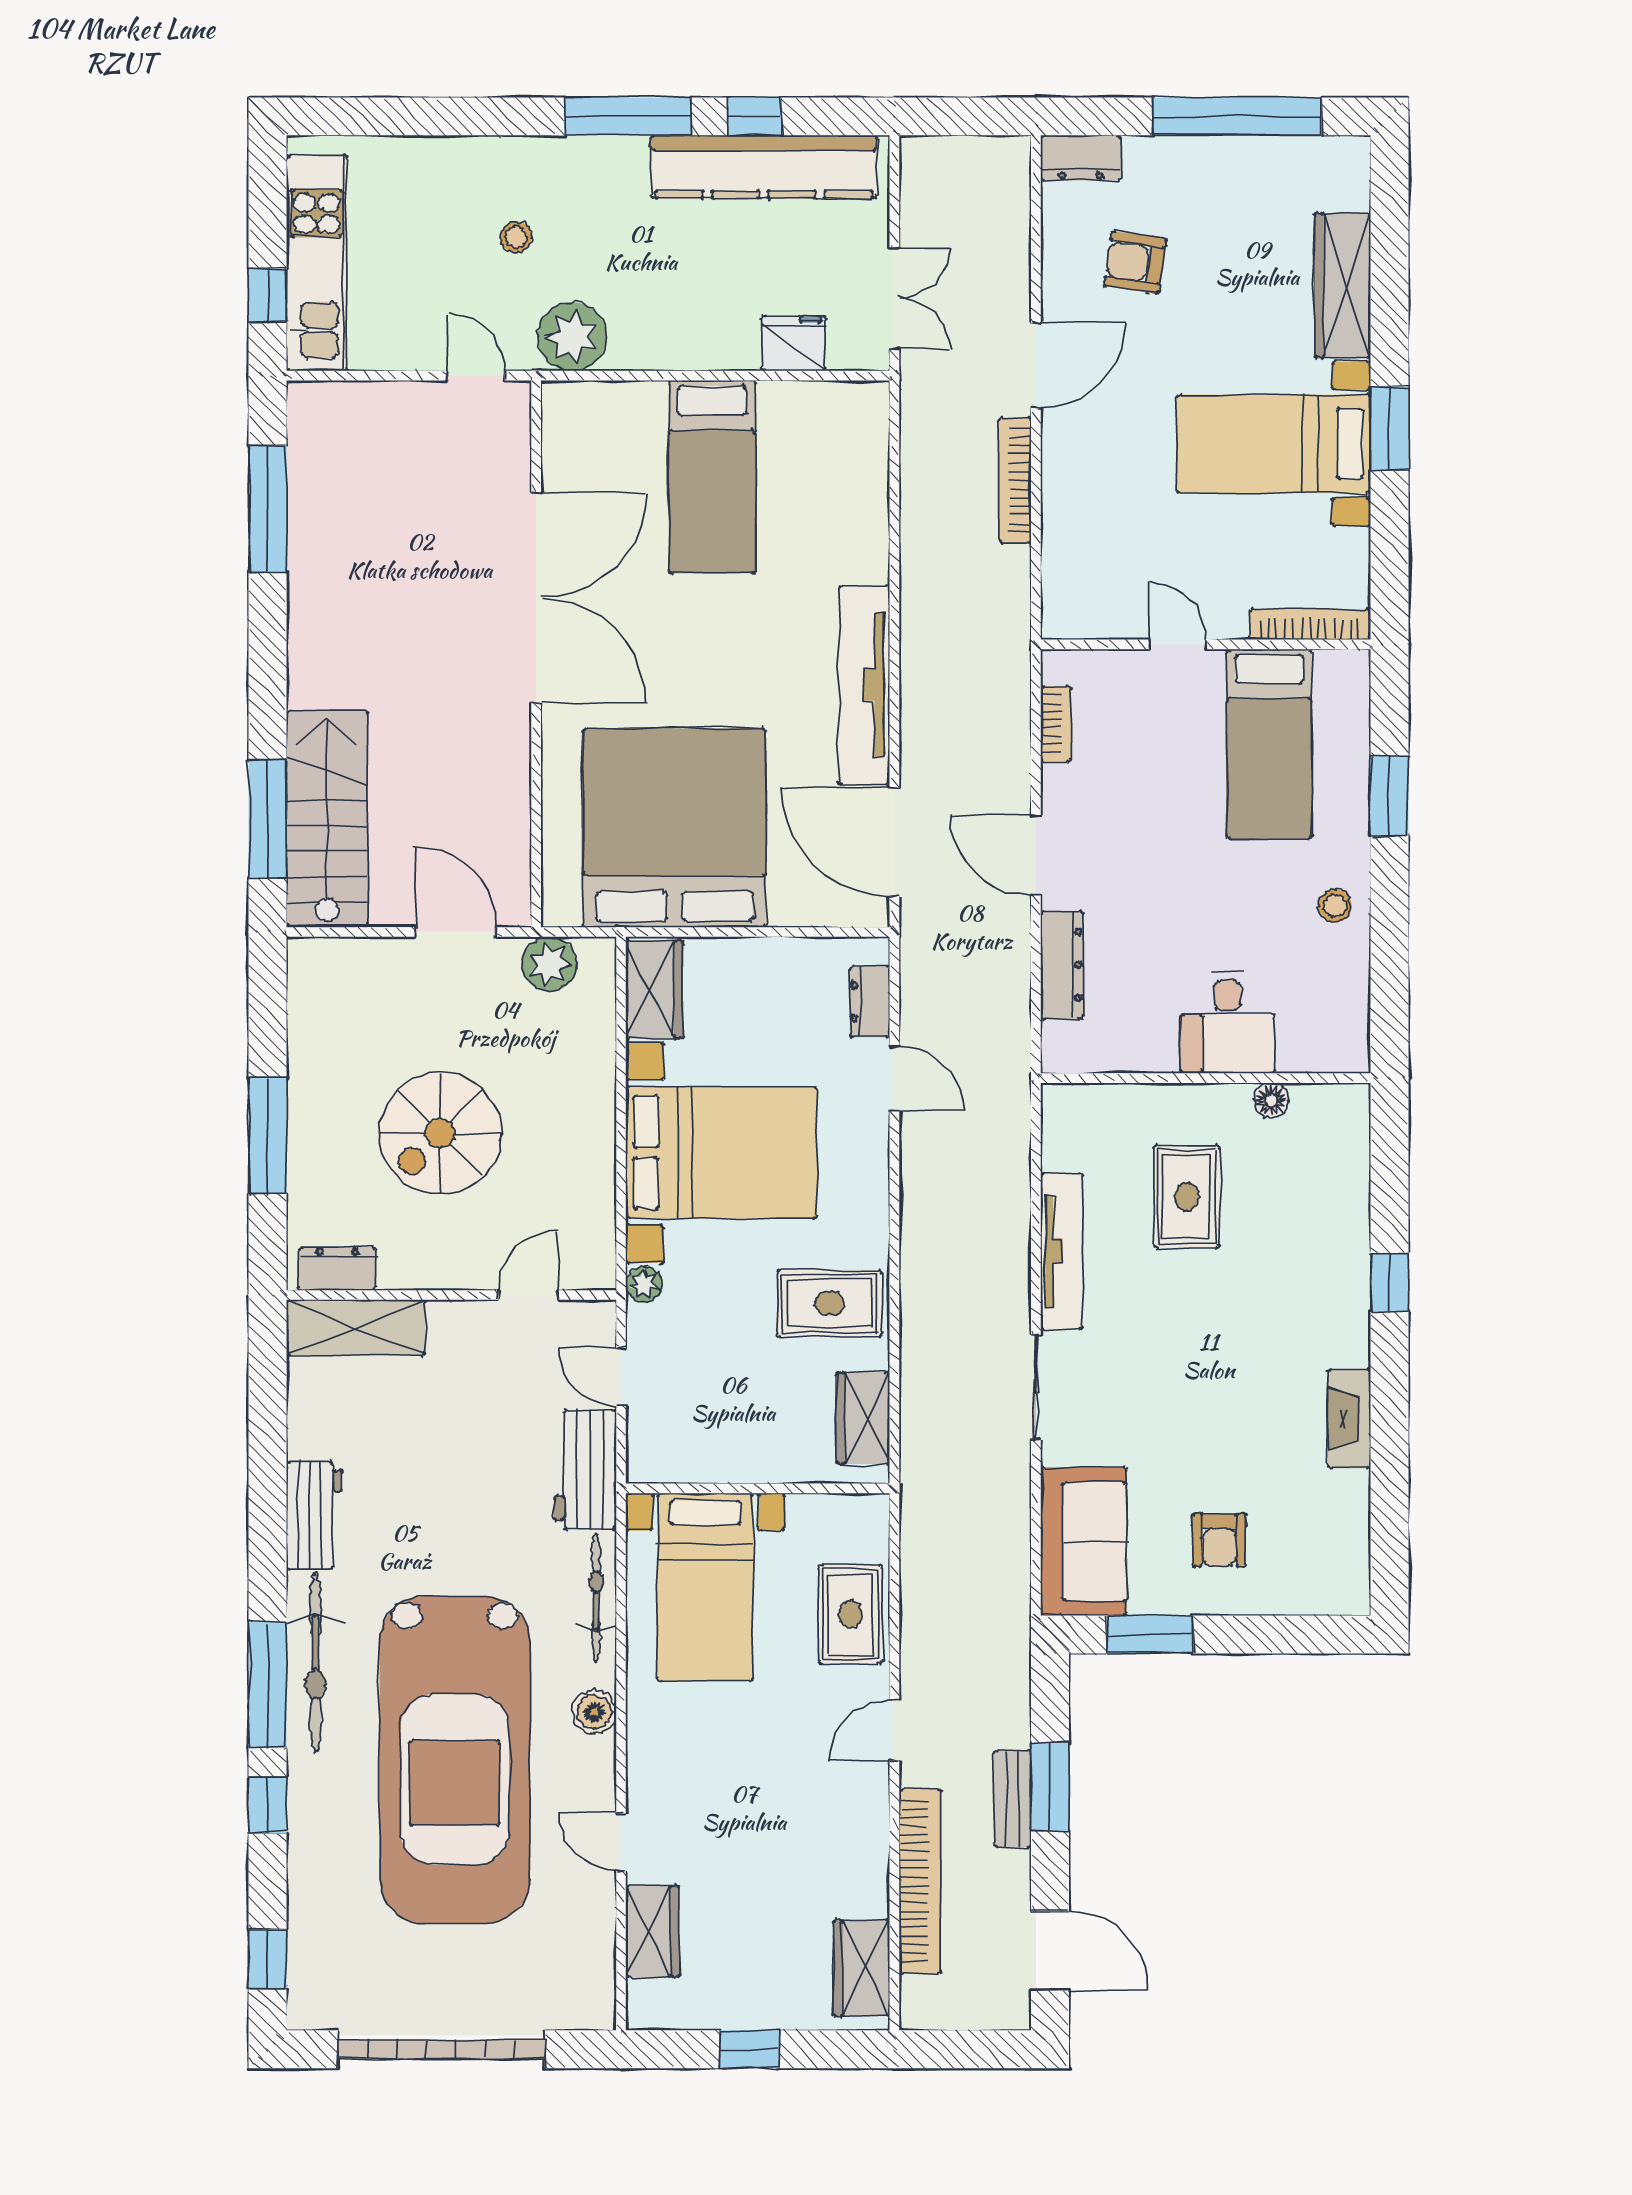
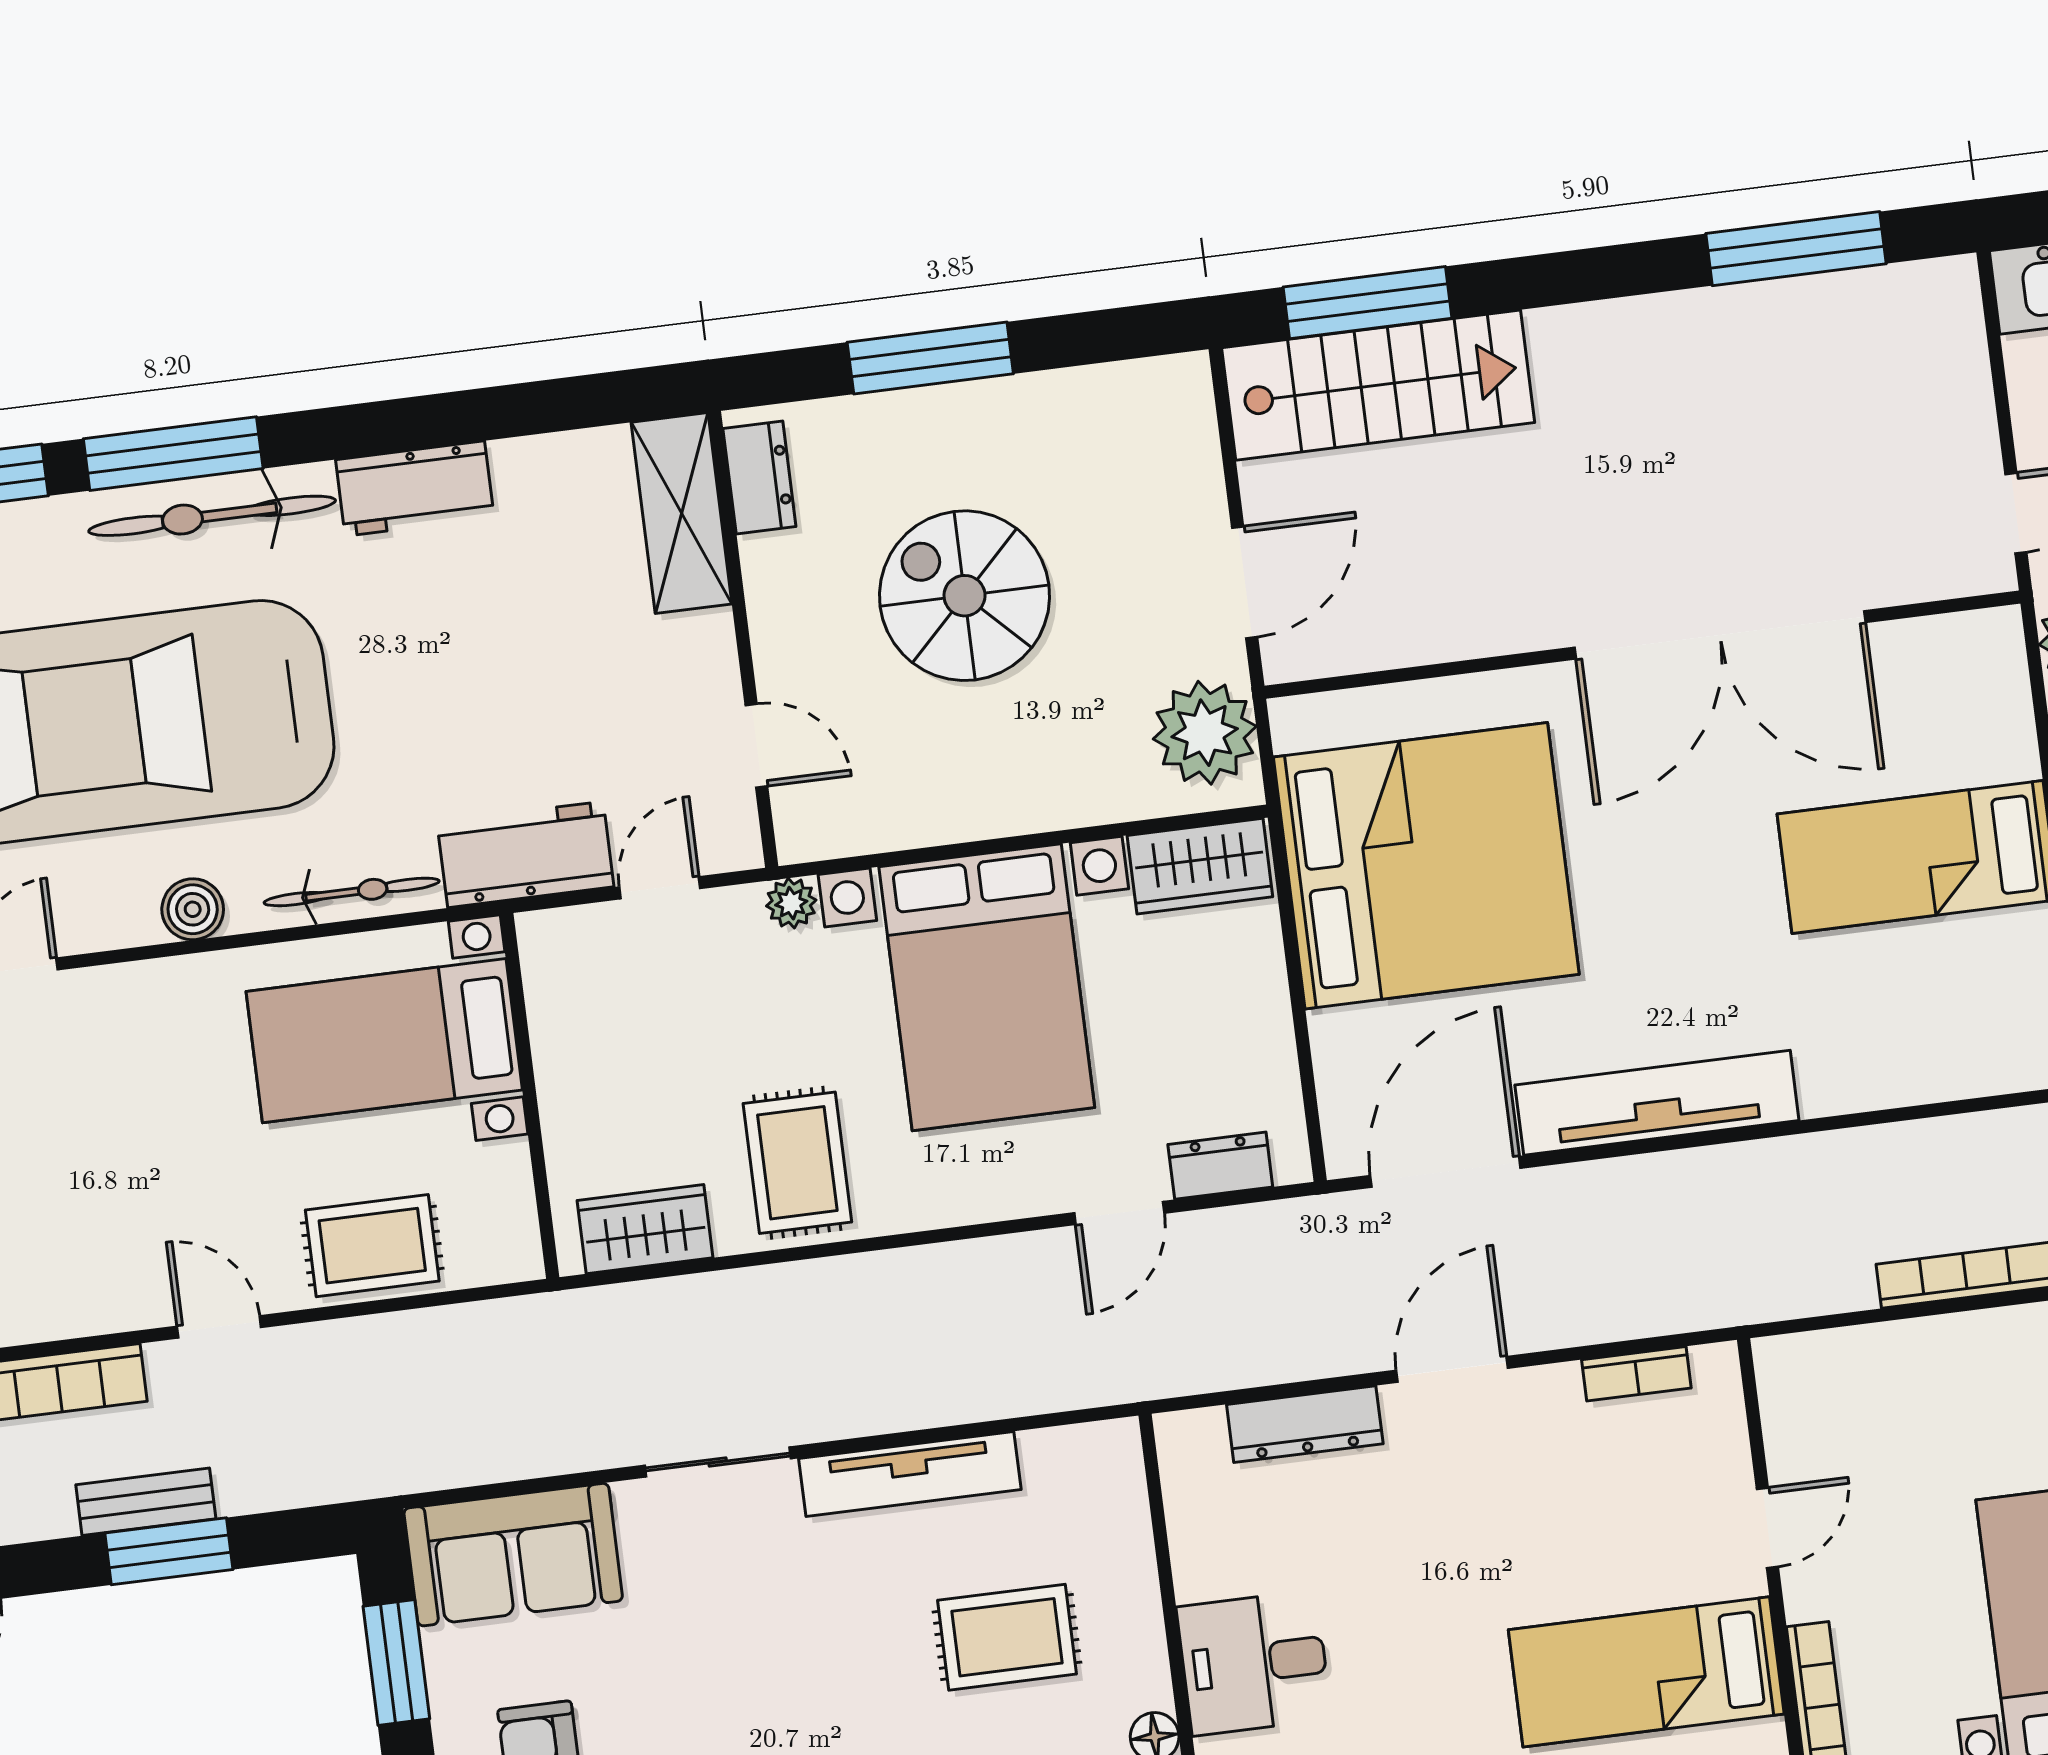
plant: (550, 964) -> (1205, 733), width x1.36, depth x1.36

